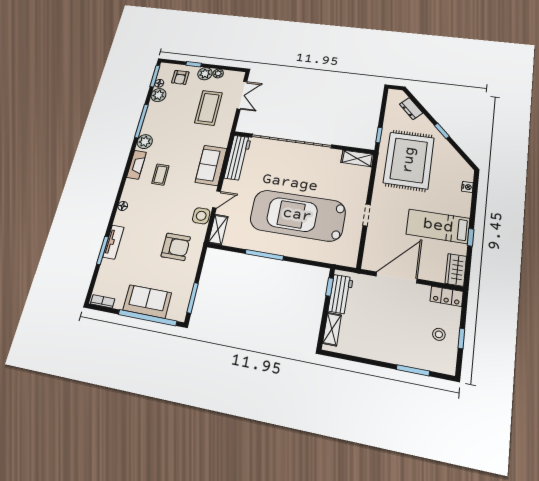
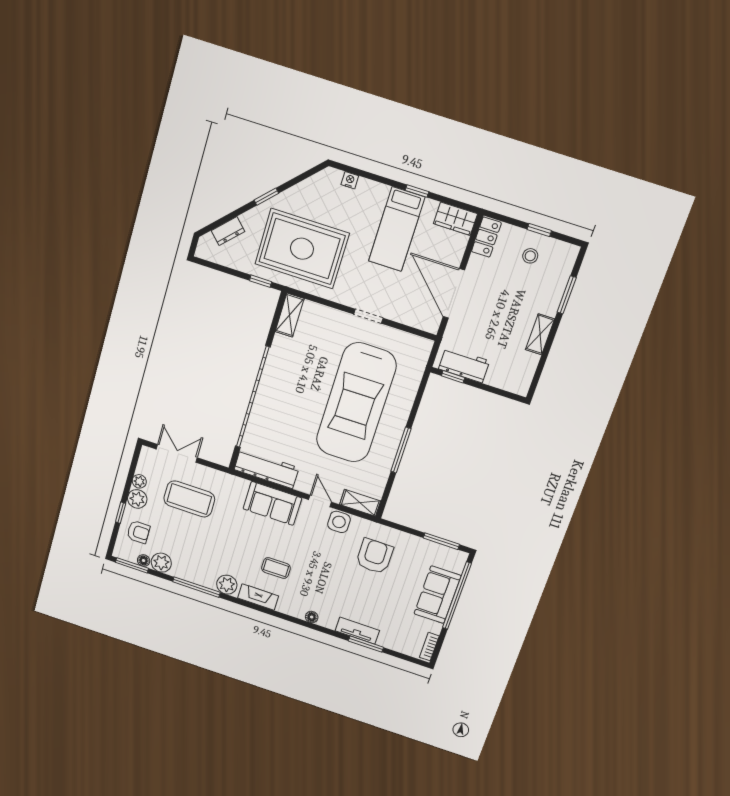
shelving: (332, 329) -> (540, 334), moved, turned 90

